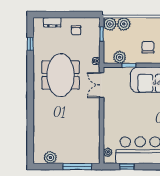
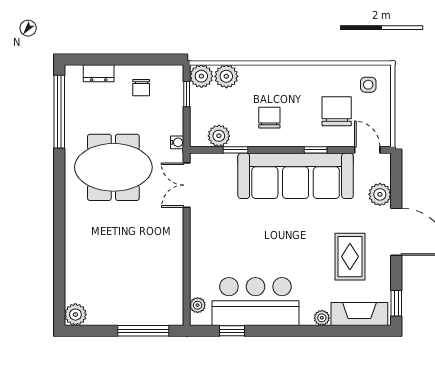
window: (30, 44) -> (59, 112), width x3.17
meeting table: (61, 75) -> (113, 167), turned 90
plant: (50, 158) -> (75, 315), moved

